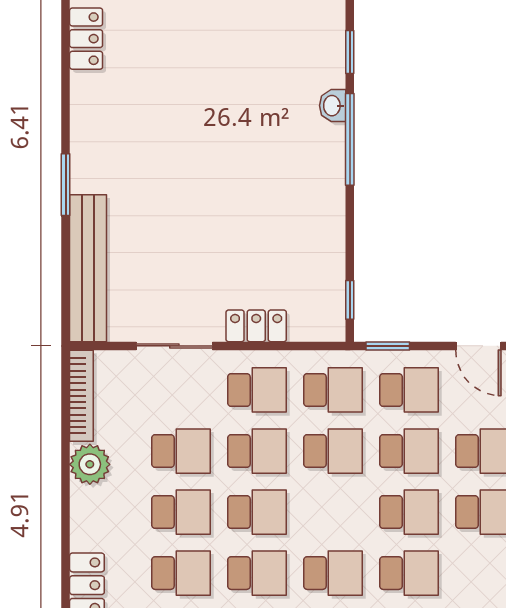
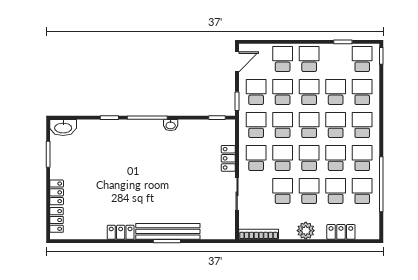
locker: (86, 39) -> (121, 232), moved
washbasin: (333, 106) -> (171, 125), moved
bench: (88, 268) -> (168, 231), moved
plant: (90, 464) -> (306, 231), moved
school desk: (333, 512) -> (309, 125), added

